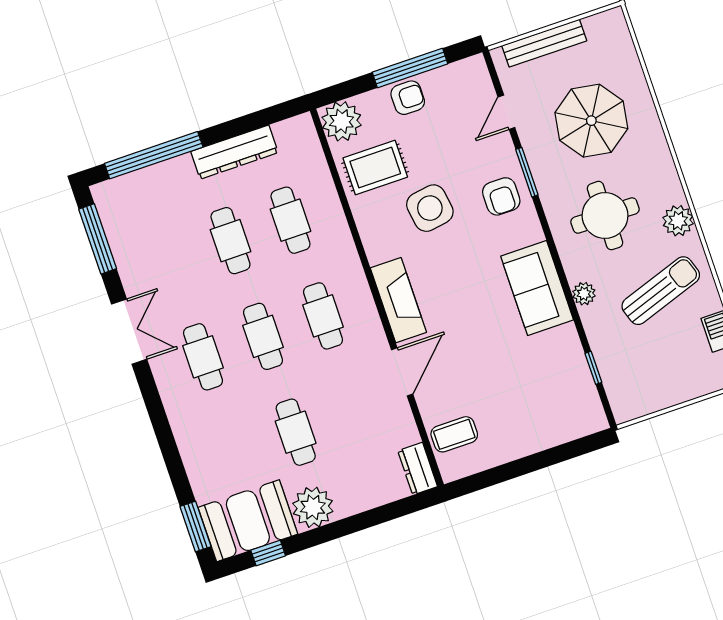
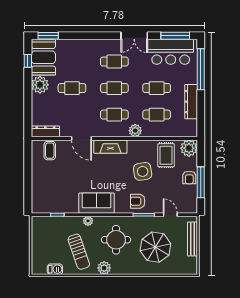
bar counter: (137, 237) -> (171, 52), added
plant: (343, 256) -> (135, 131), added
dresser: (418, 469) -> (45, 131), width x1.44

